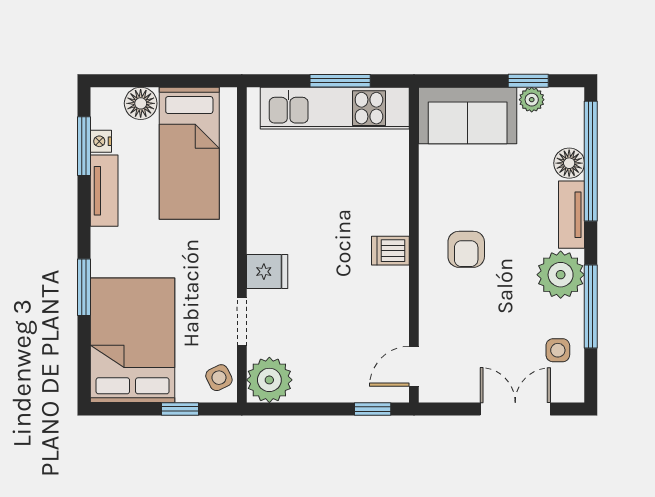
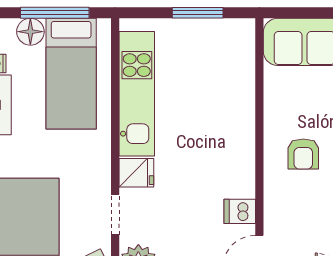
window: (170, 81) -> (55, 13), added
kitchen unit: (335, 108) -> (137, 94), moved, turned -90
dishwasher: (390, 251) -> (240, 211), moved

